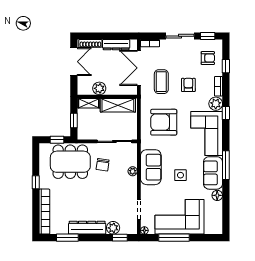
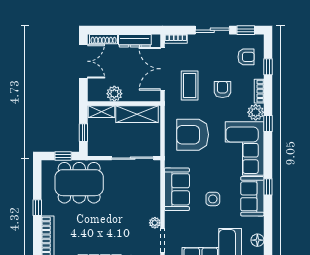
chair: (103, 165) -> (118, 186), removed
window: (226, 165) -> (268, 187), width x0.46
plant: (133, 171) -> (155, 223), moved
floor lamp: (217, 195) -> (257, 240), moved

